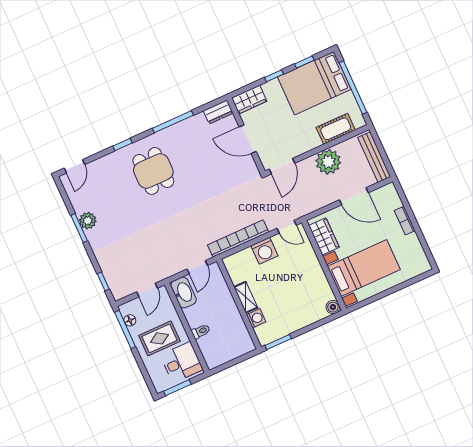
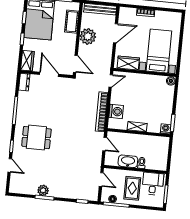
door: (248, 139) -> (49, 74), swing flipped
door: (74, 166) -> (10, 165), moved
washing machine: (264, 251) -> (116, 111), moved
washbasin: (184, 293) -> (128, 161), moved
washing machine: (256, 318) -> (166, 129), moved

